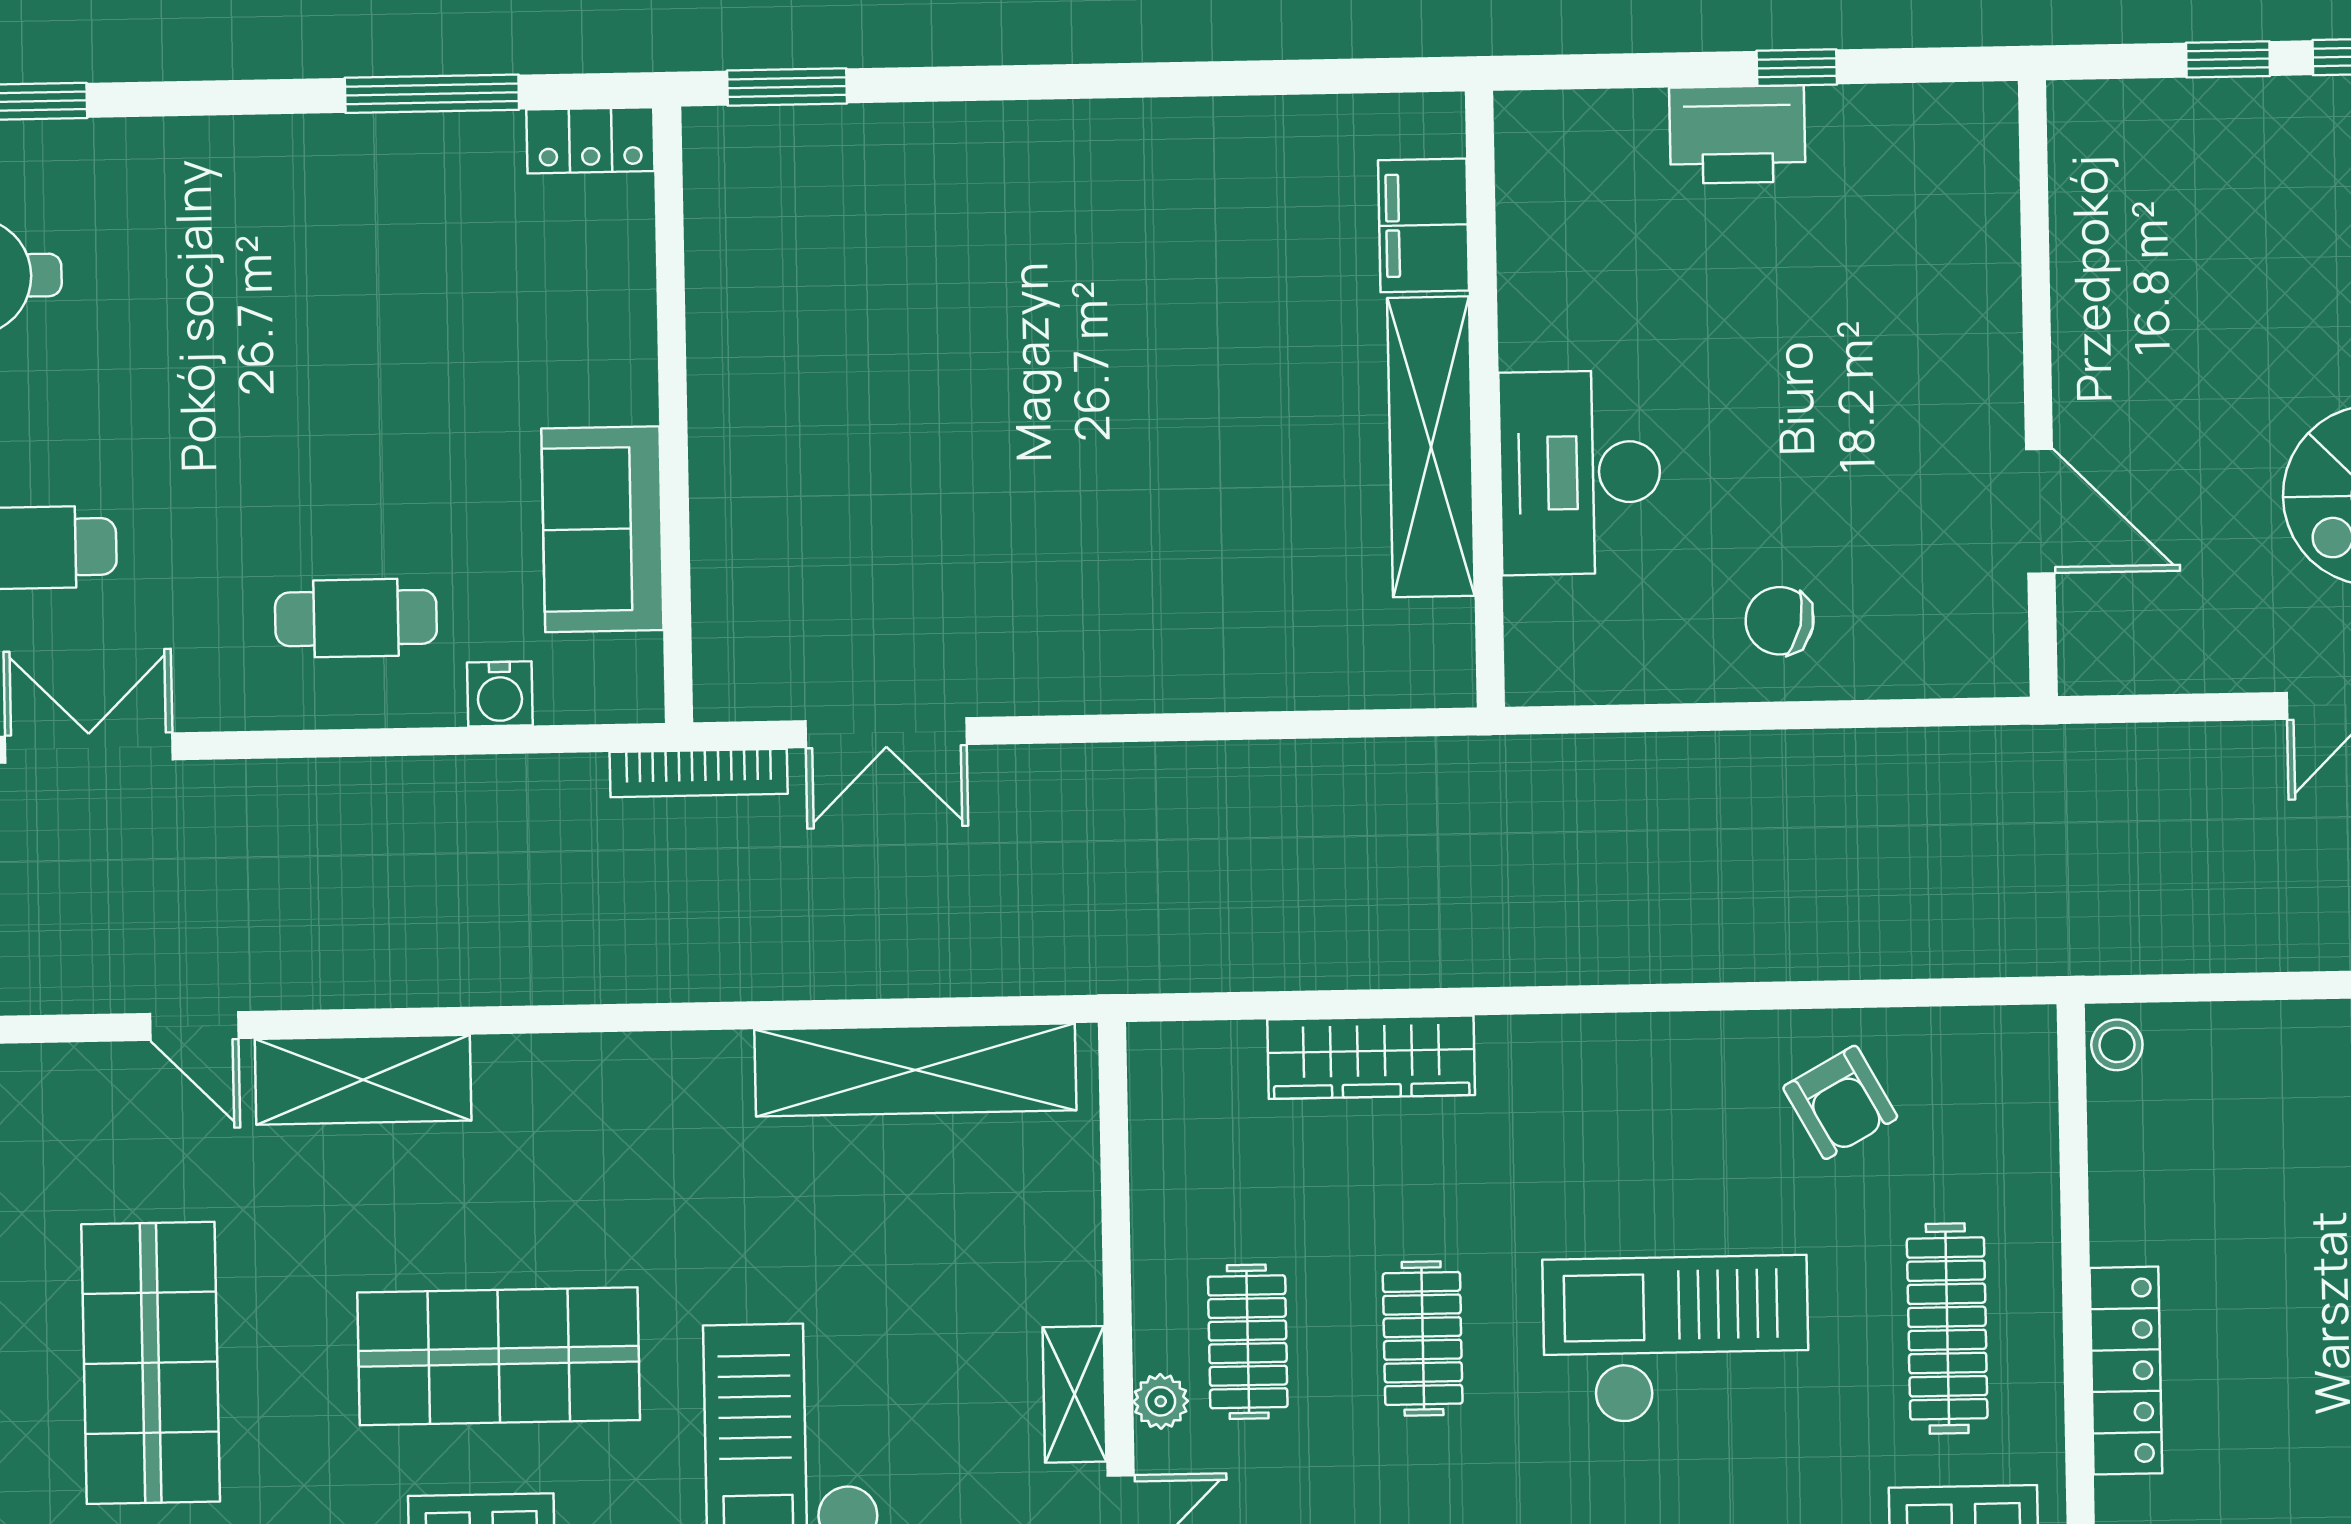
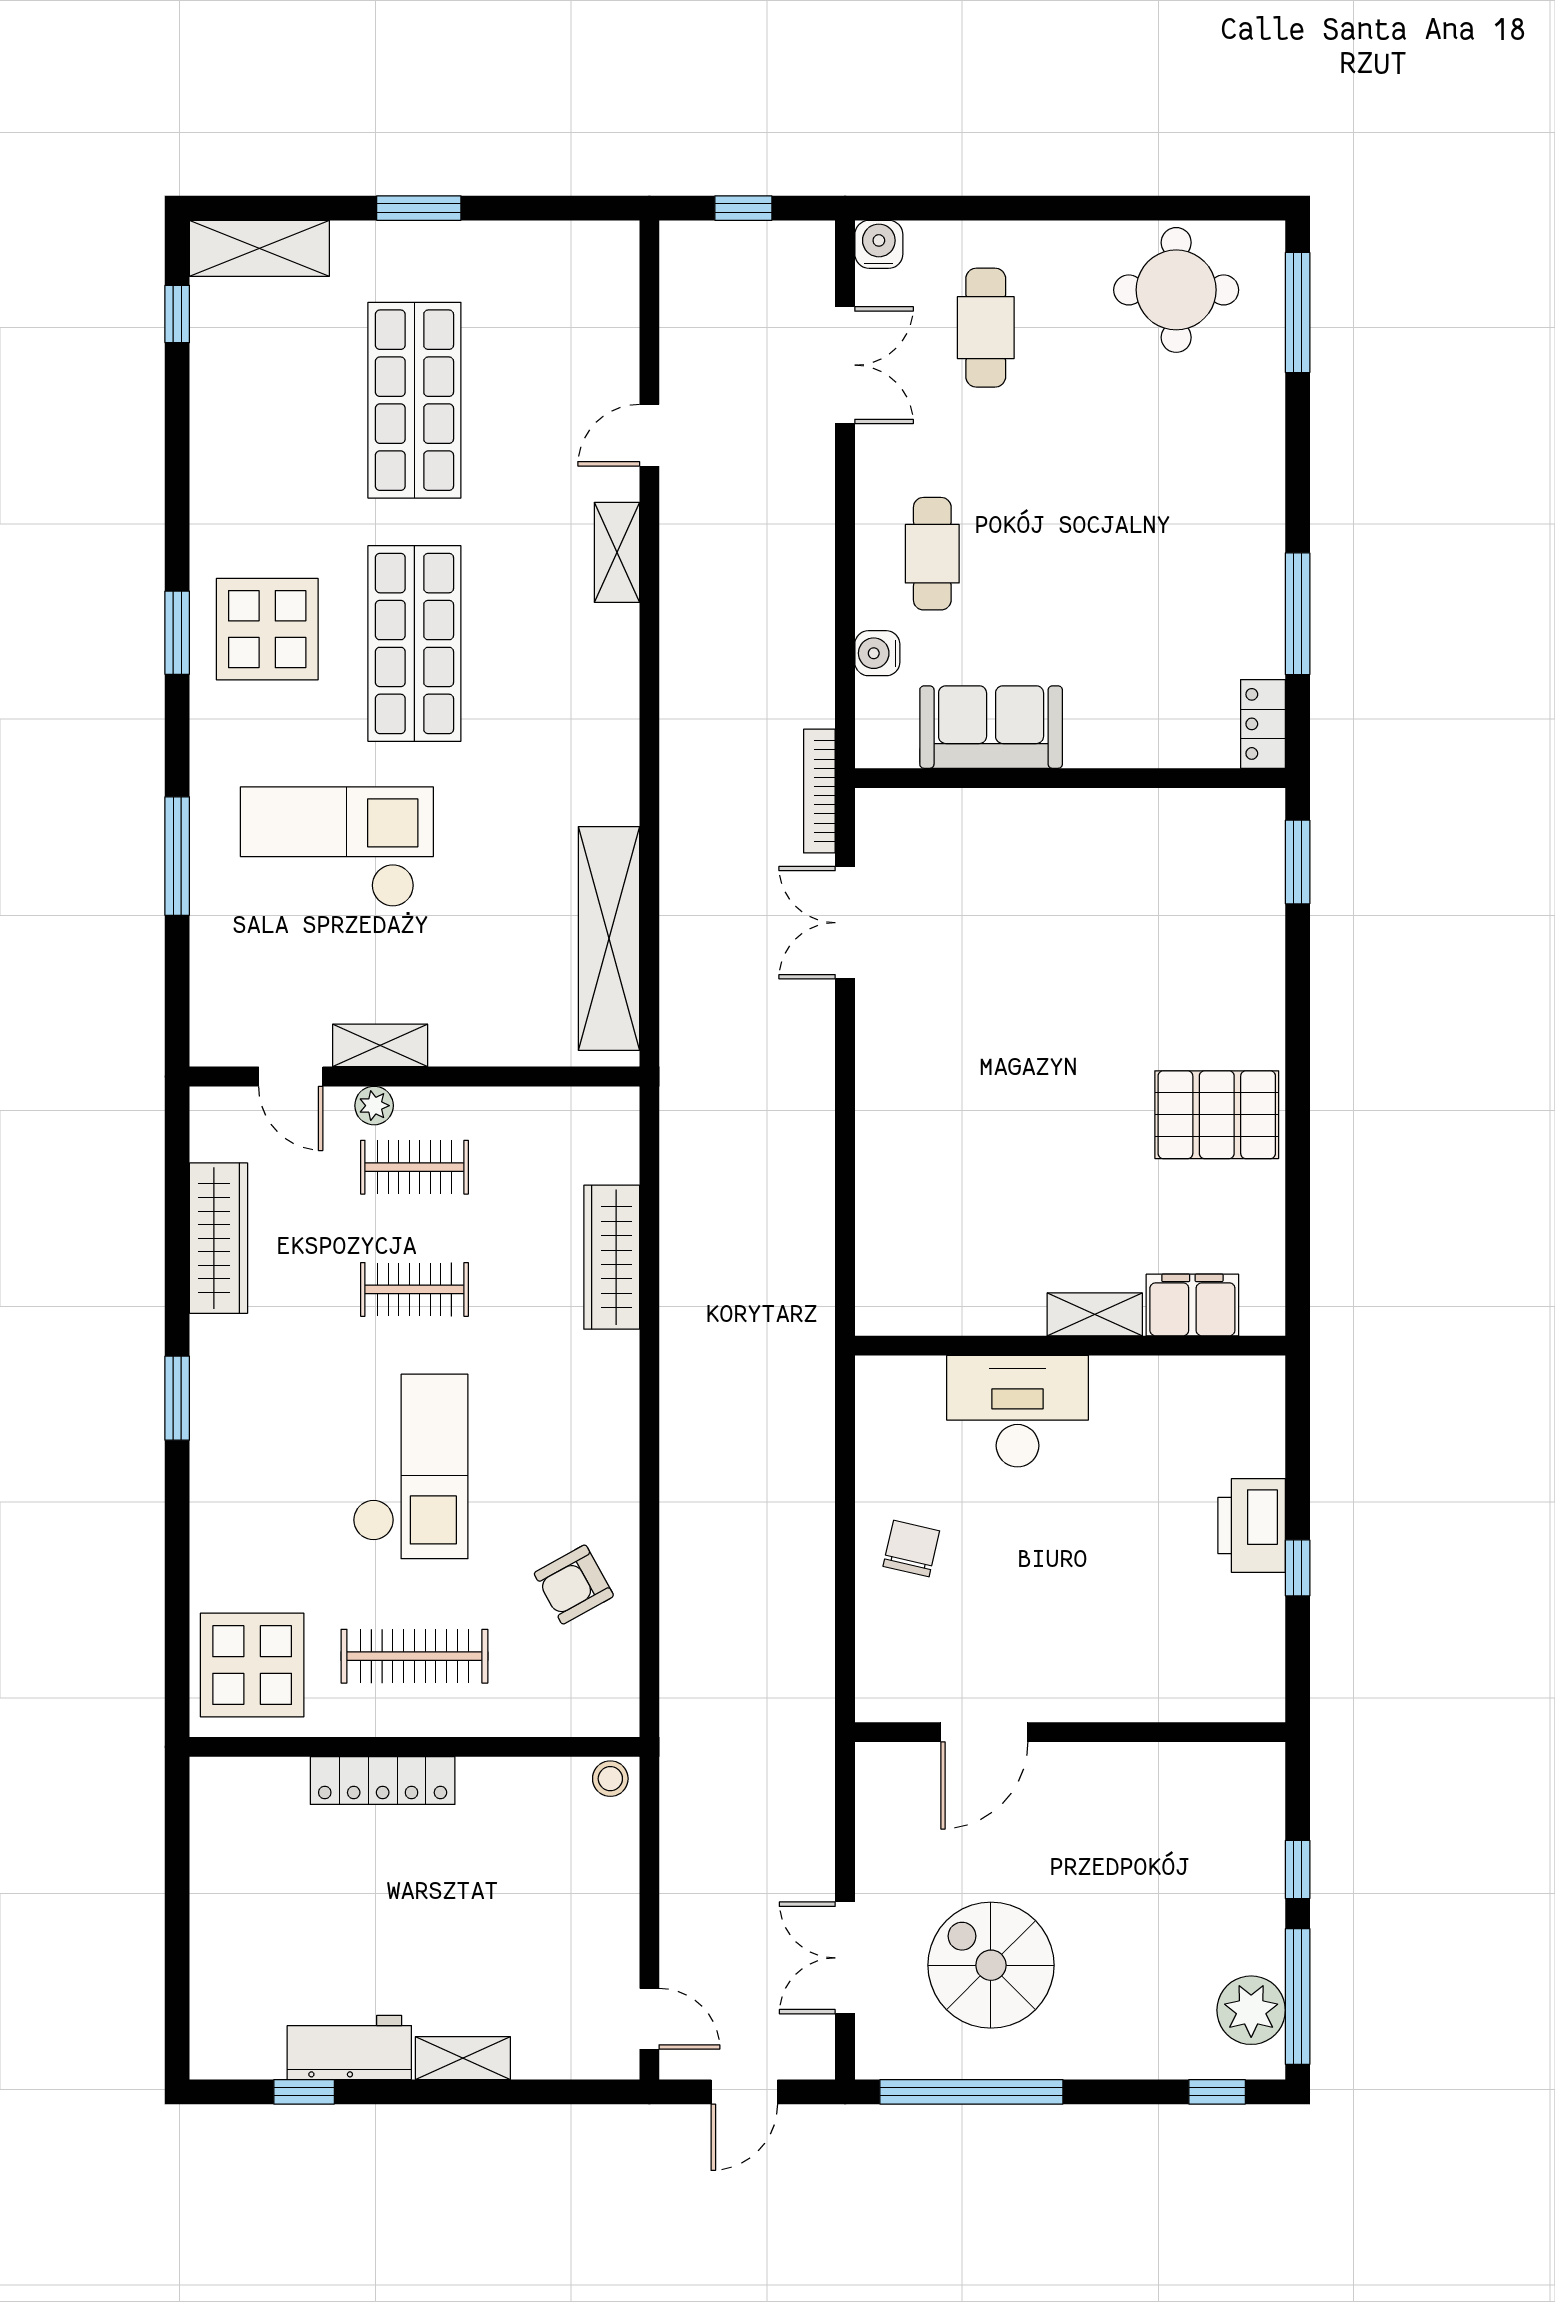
pallet: (1151, 196) -> (1217, 1115), added
shelving: (1431, 447) -> (1095, 1314), width x0.45, depth x0.75
shelving: (363, 1080) -> (617, 552), width x0.67, depth x0.75
shop shelf: (151, 1363) -> (414, 400), turned 90

